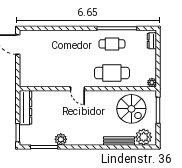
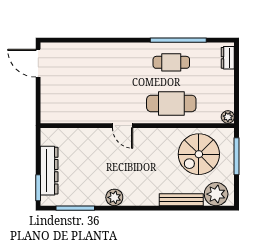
dresser: (26, 108) -> (49, 171), moved
spiral stairs: (131, 109) -> (199, 154), turned 90
plant: (61, 139) -> (114, 197), moved

